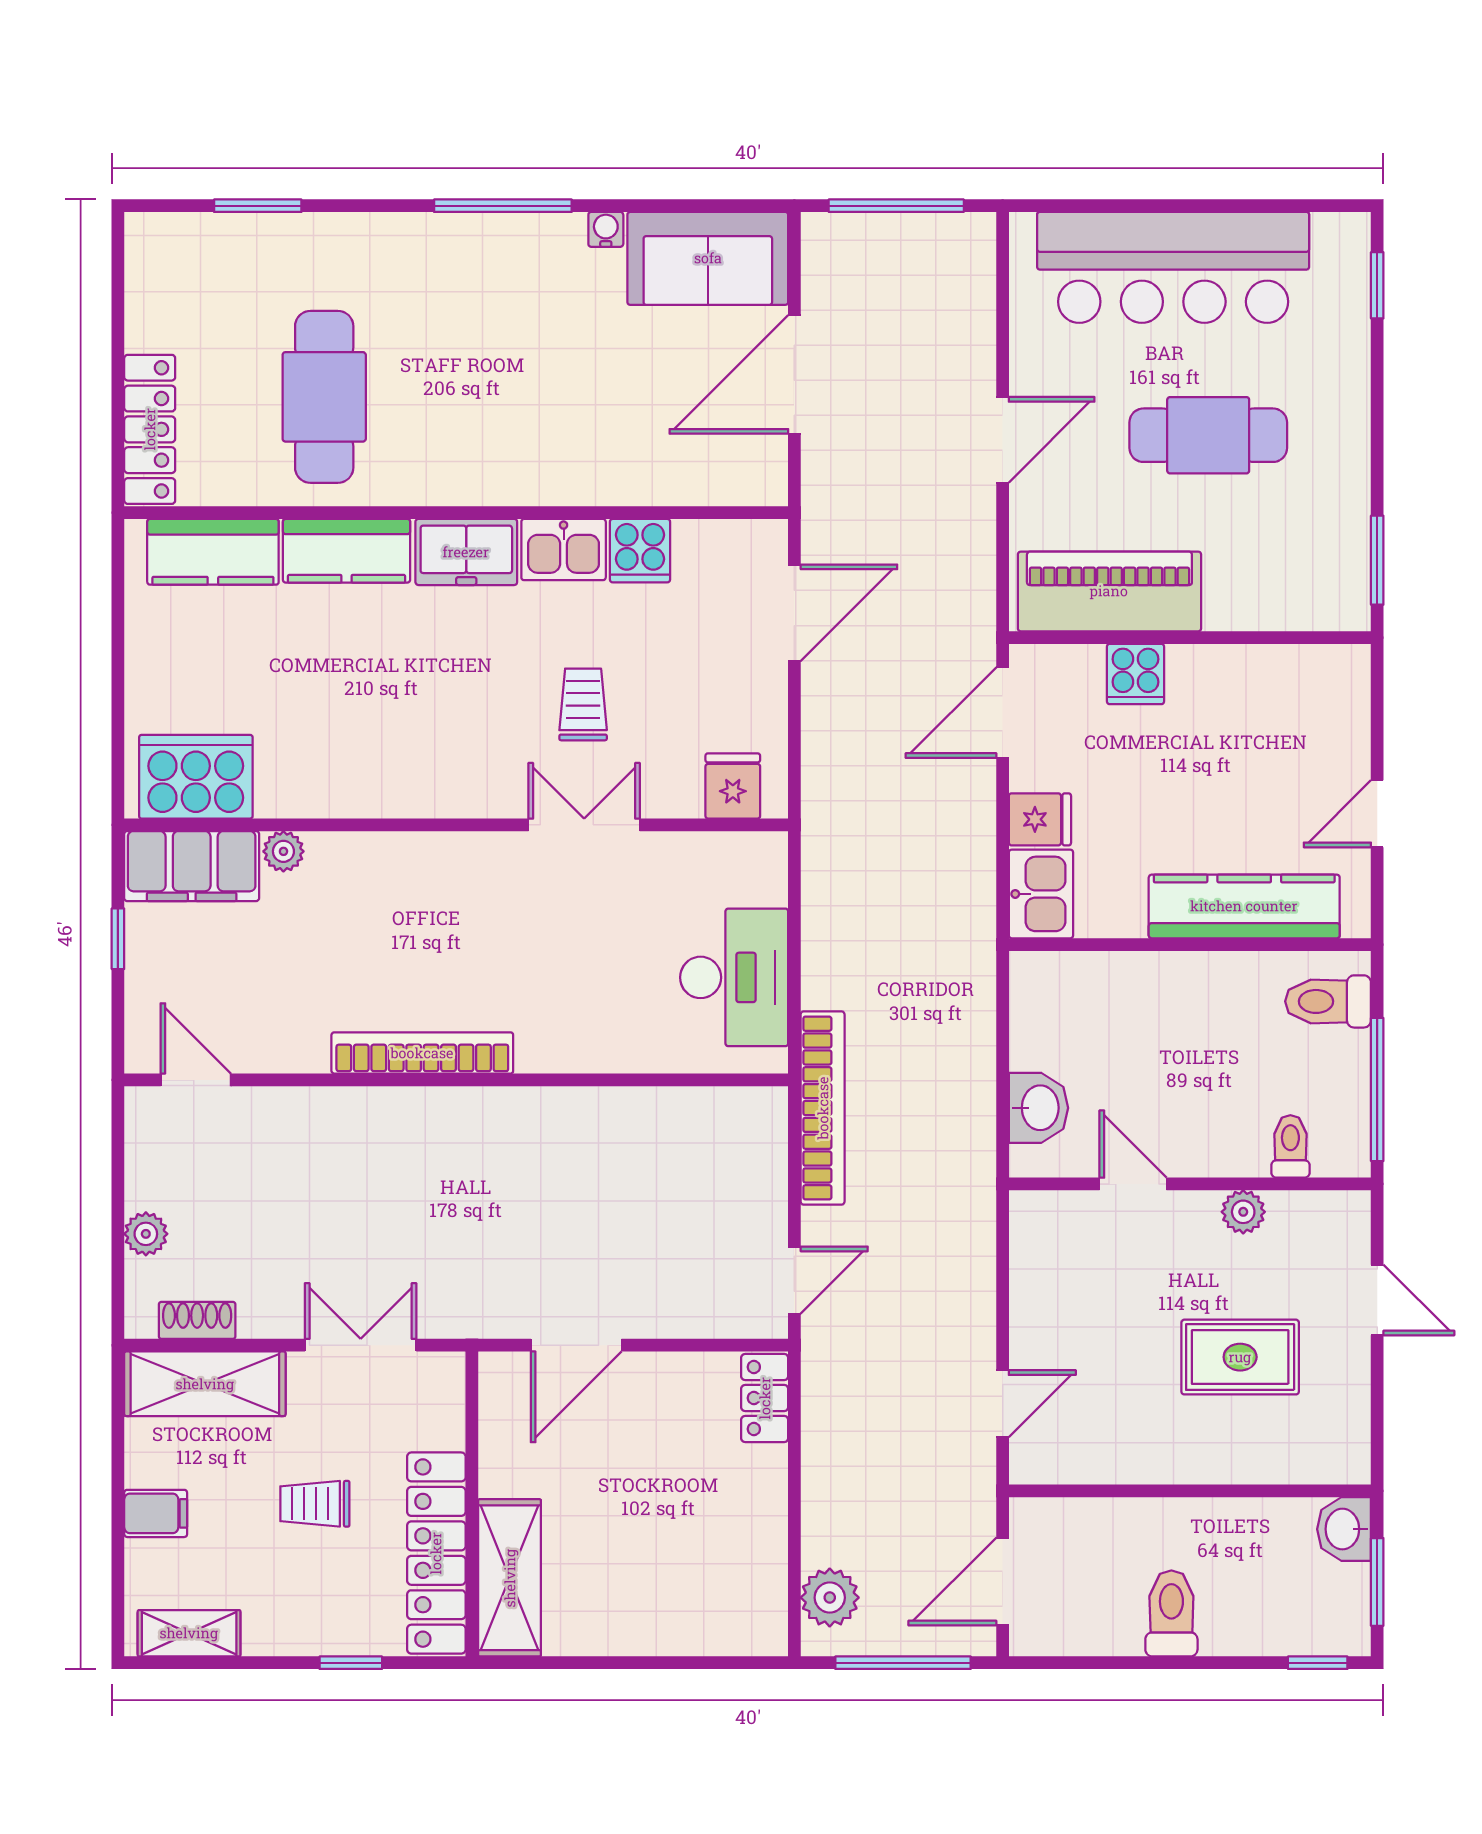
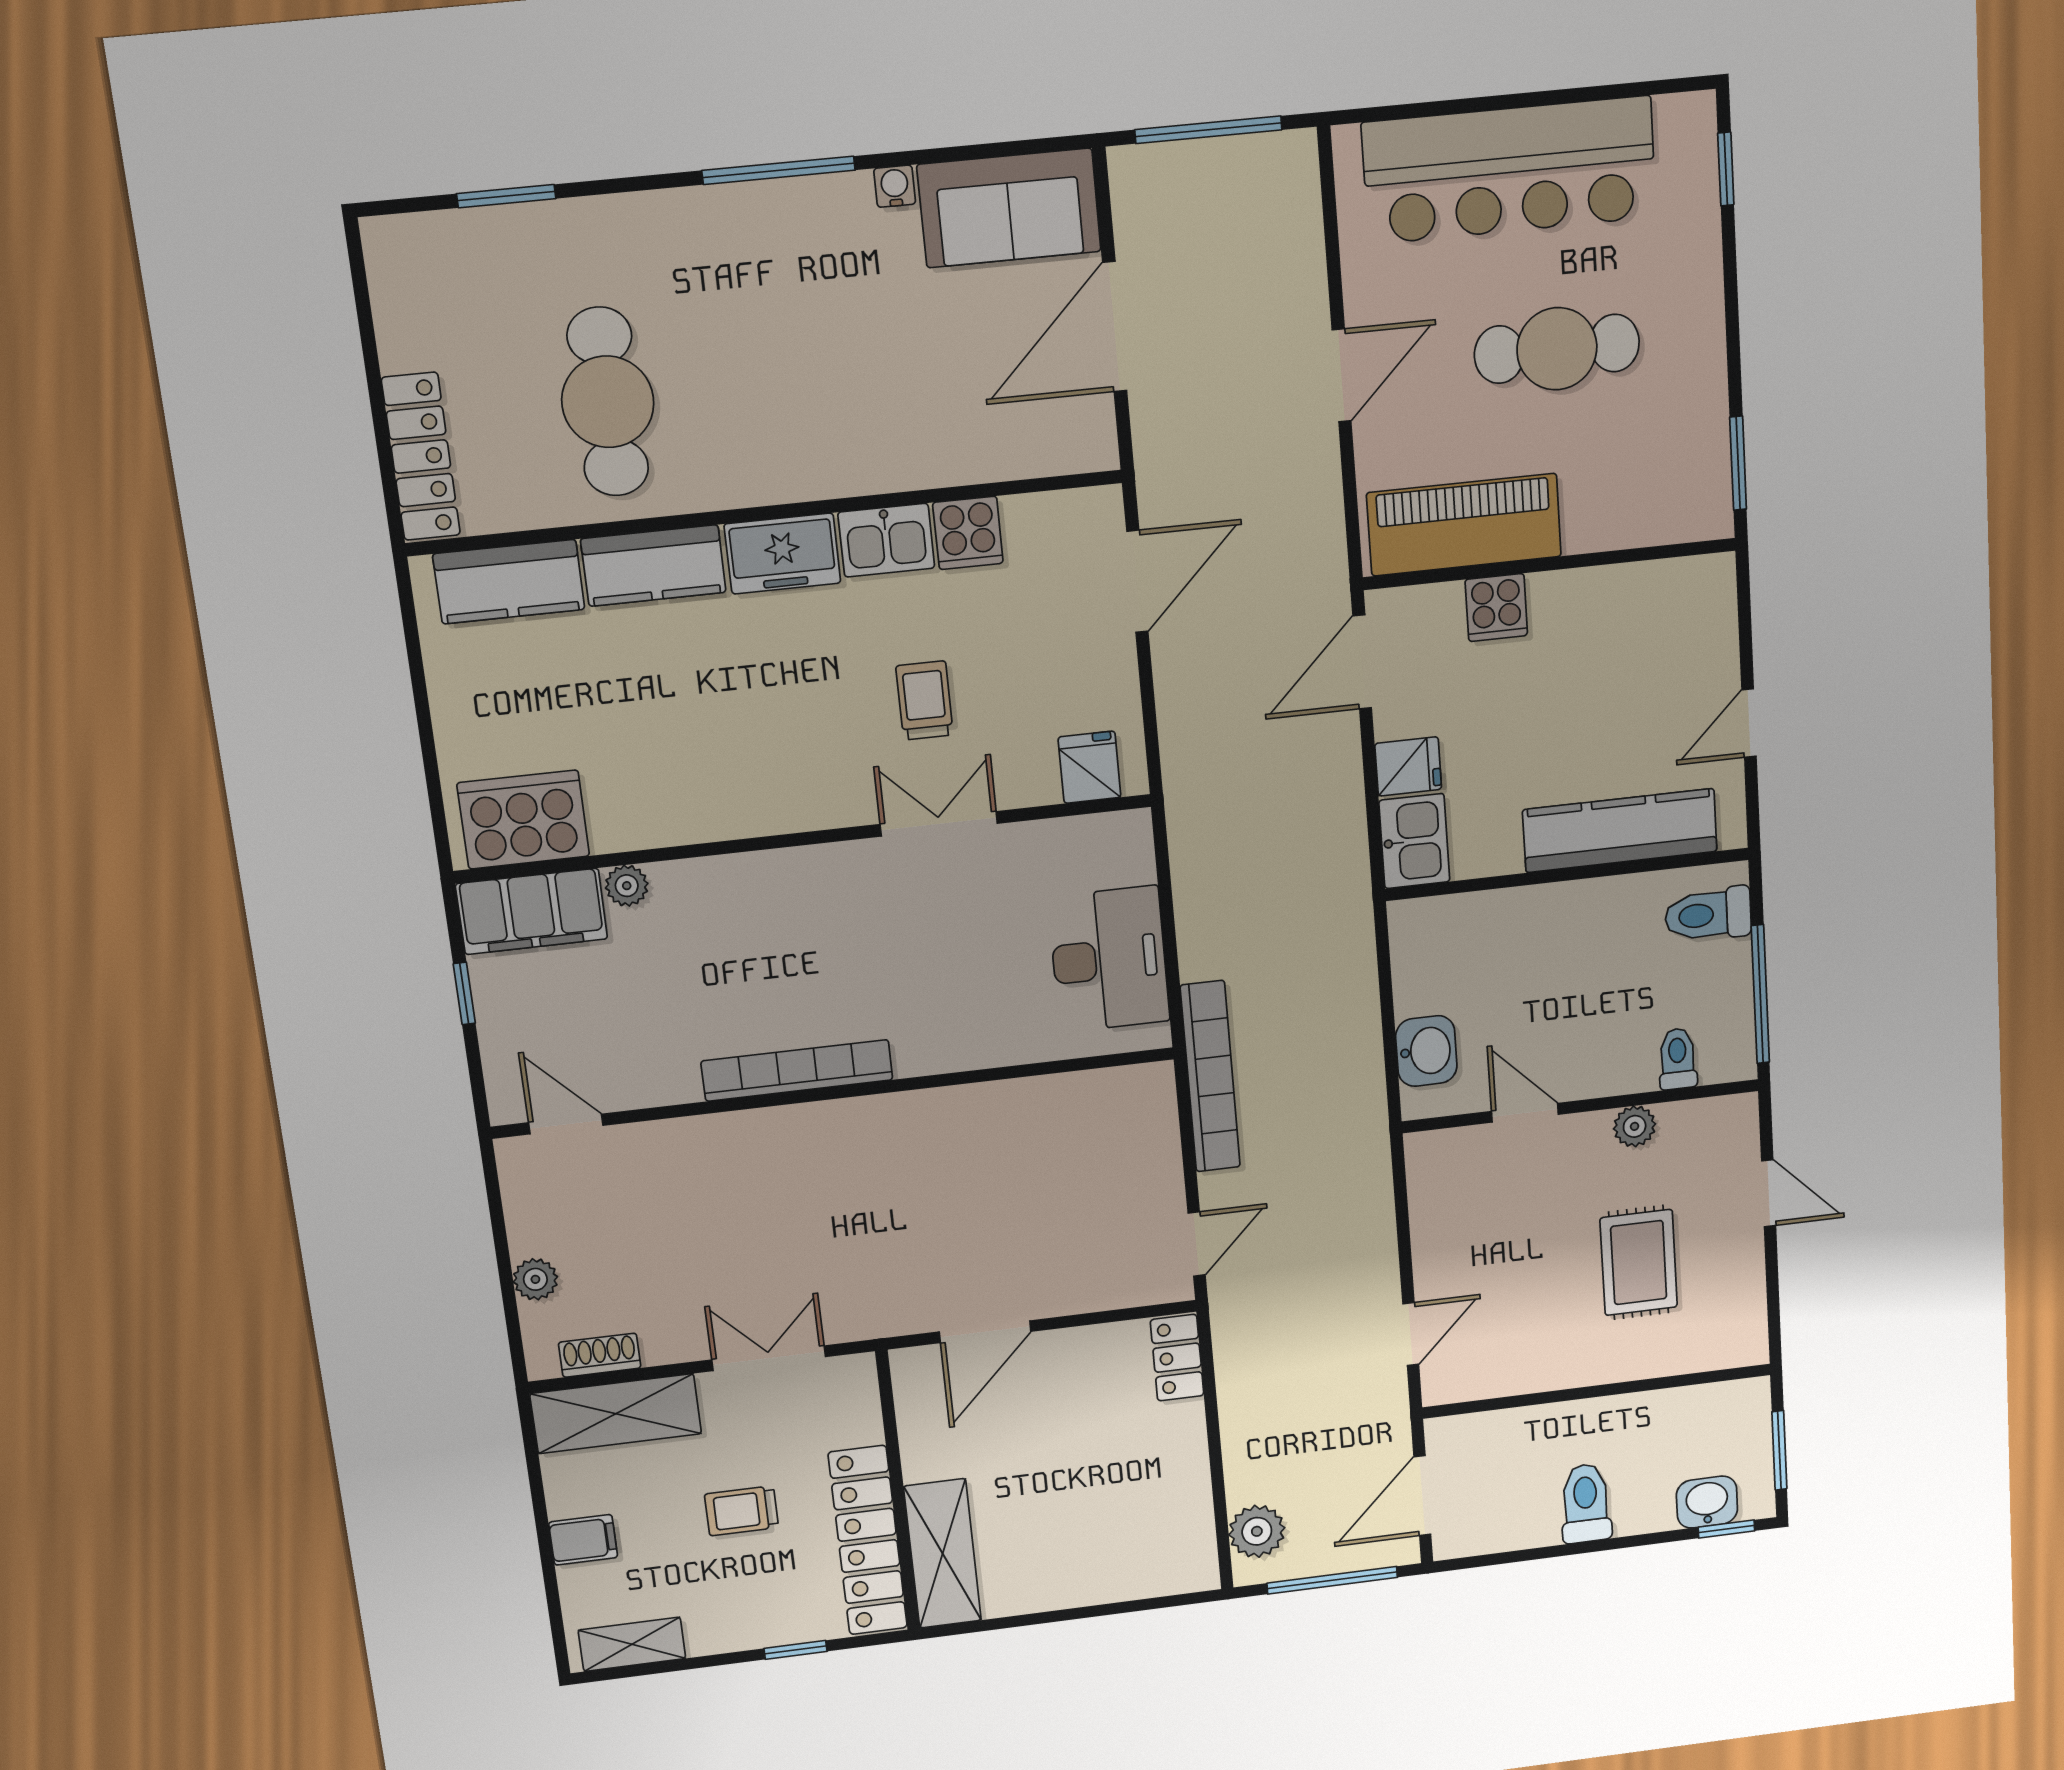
rug: (1240, 1357) -> (1639, 1263), turned 90
washbasin: (1344, 1529) -> (1707, 1502), moved, turned 90

